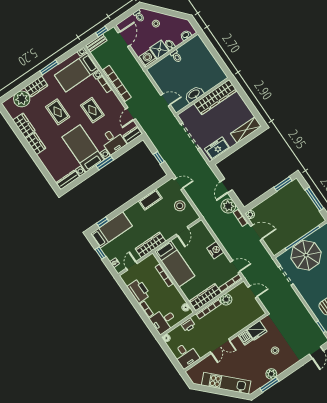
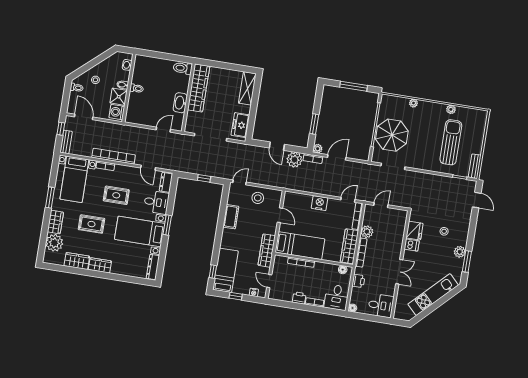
toilet: (219, 74) -> (183, 68), added
window: (283, 184) -> (314, 124), moved
printer: (139, 291) -> (299, 298), width x0.53, depth x0.68

